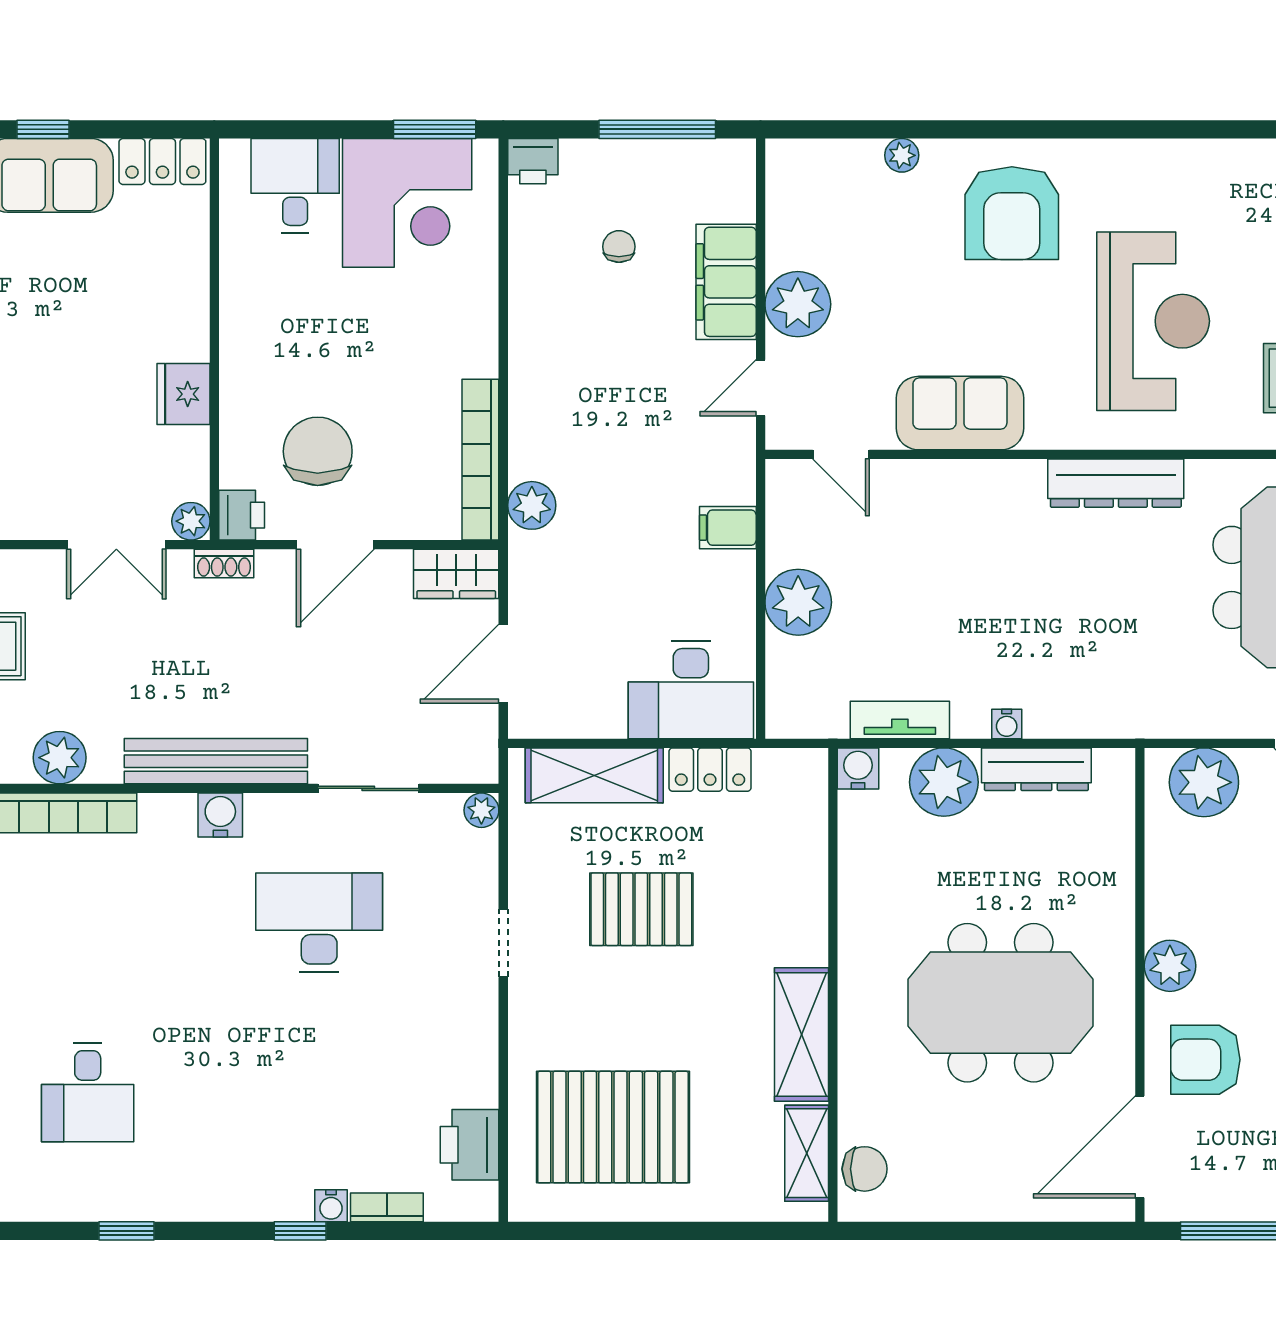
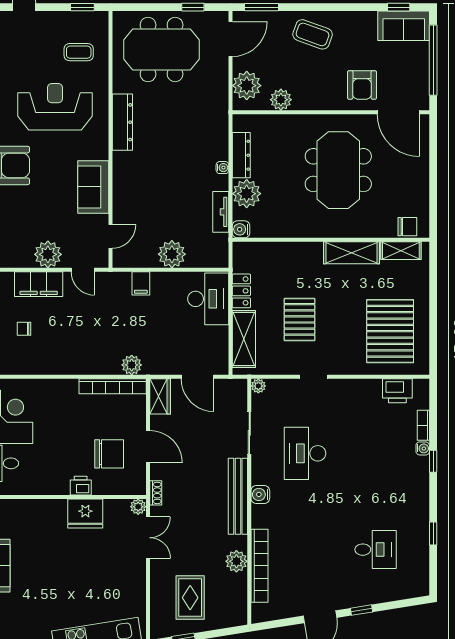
fridge: (183, 394) -> (85, 513), width x1.36, depth x1.34
chair: (318, 451) -> (109, 454), turned 180
printer: (242, 515) -> (81, 486), moved
plant: (1170, 966) -> (281, 100), moved
chair: (865, 1169) -> (407, 227), turned 90

